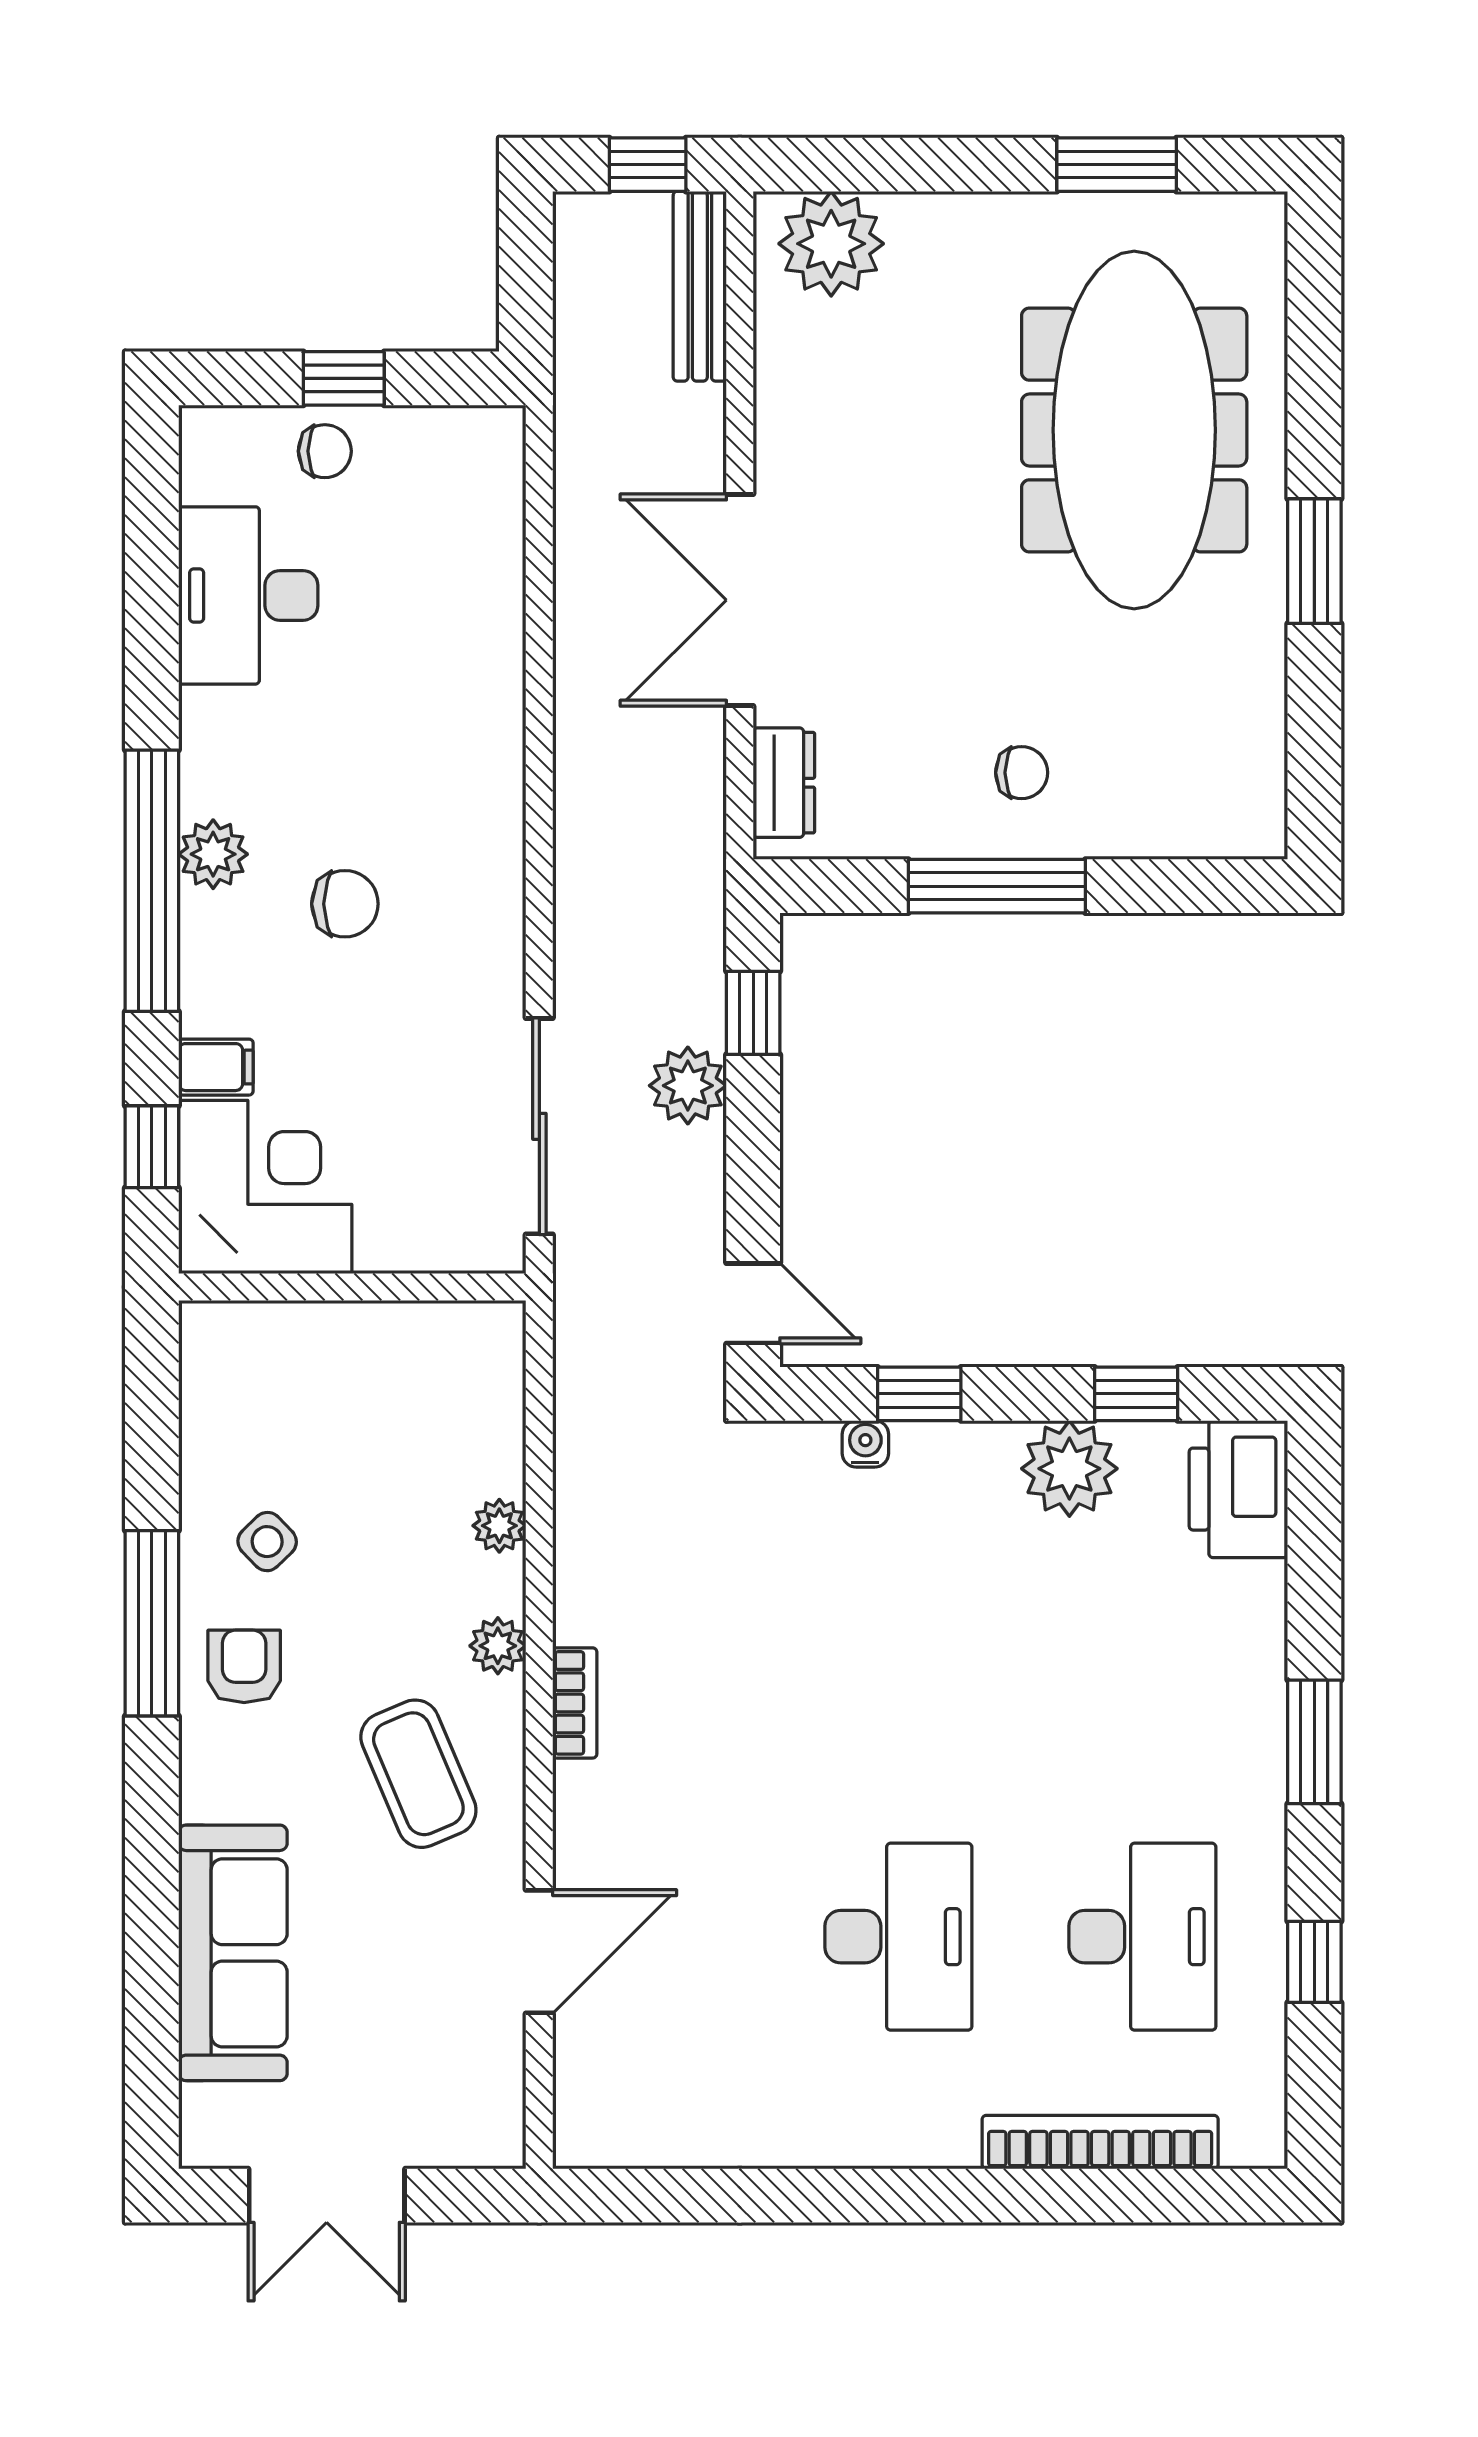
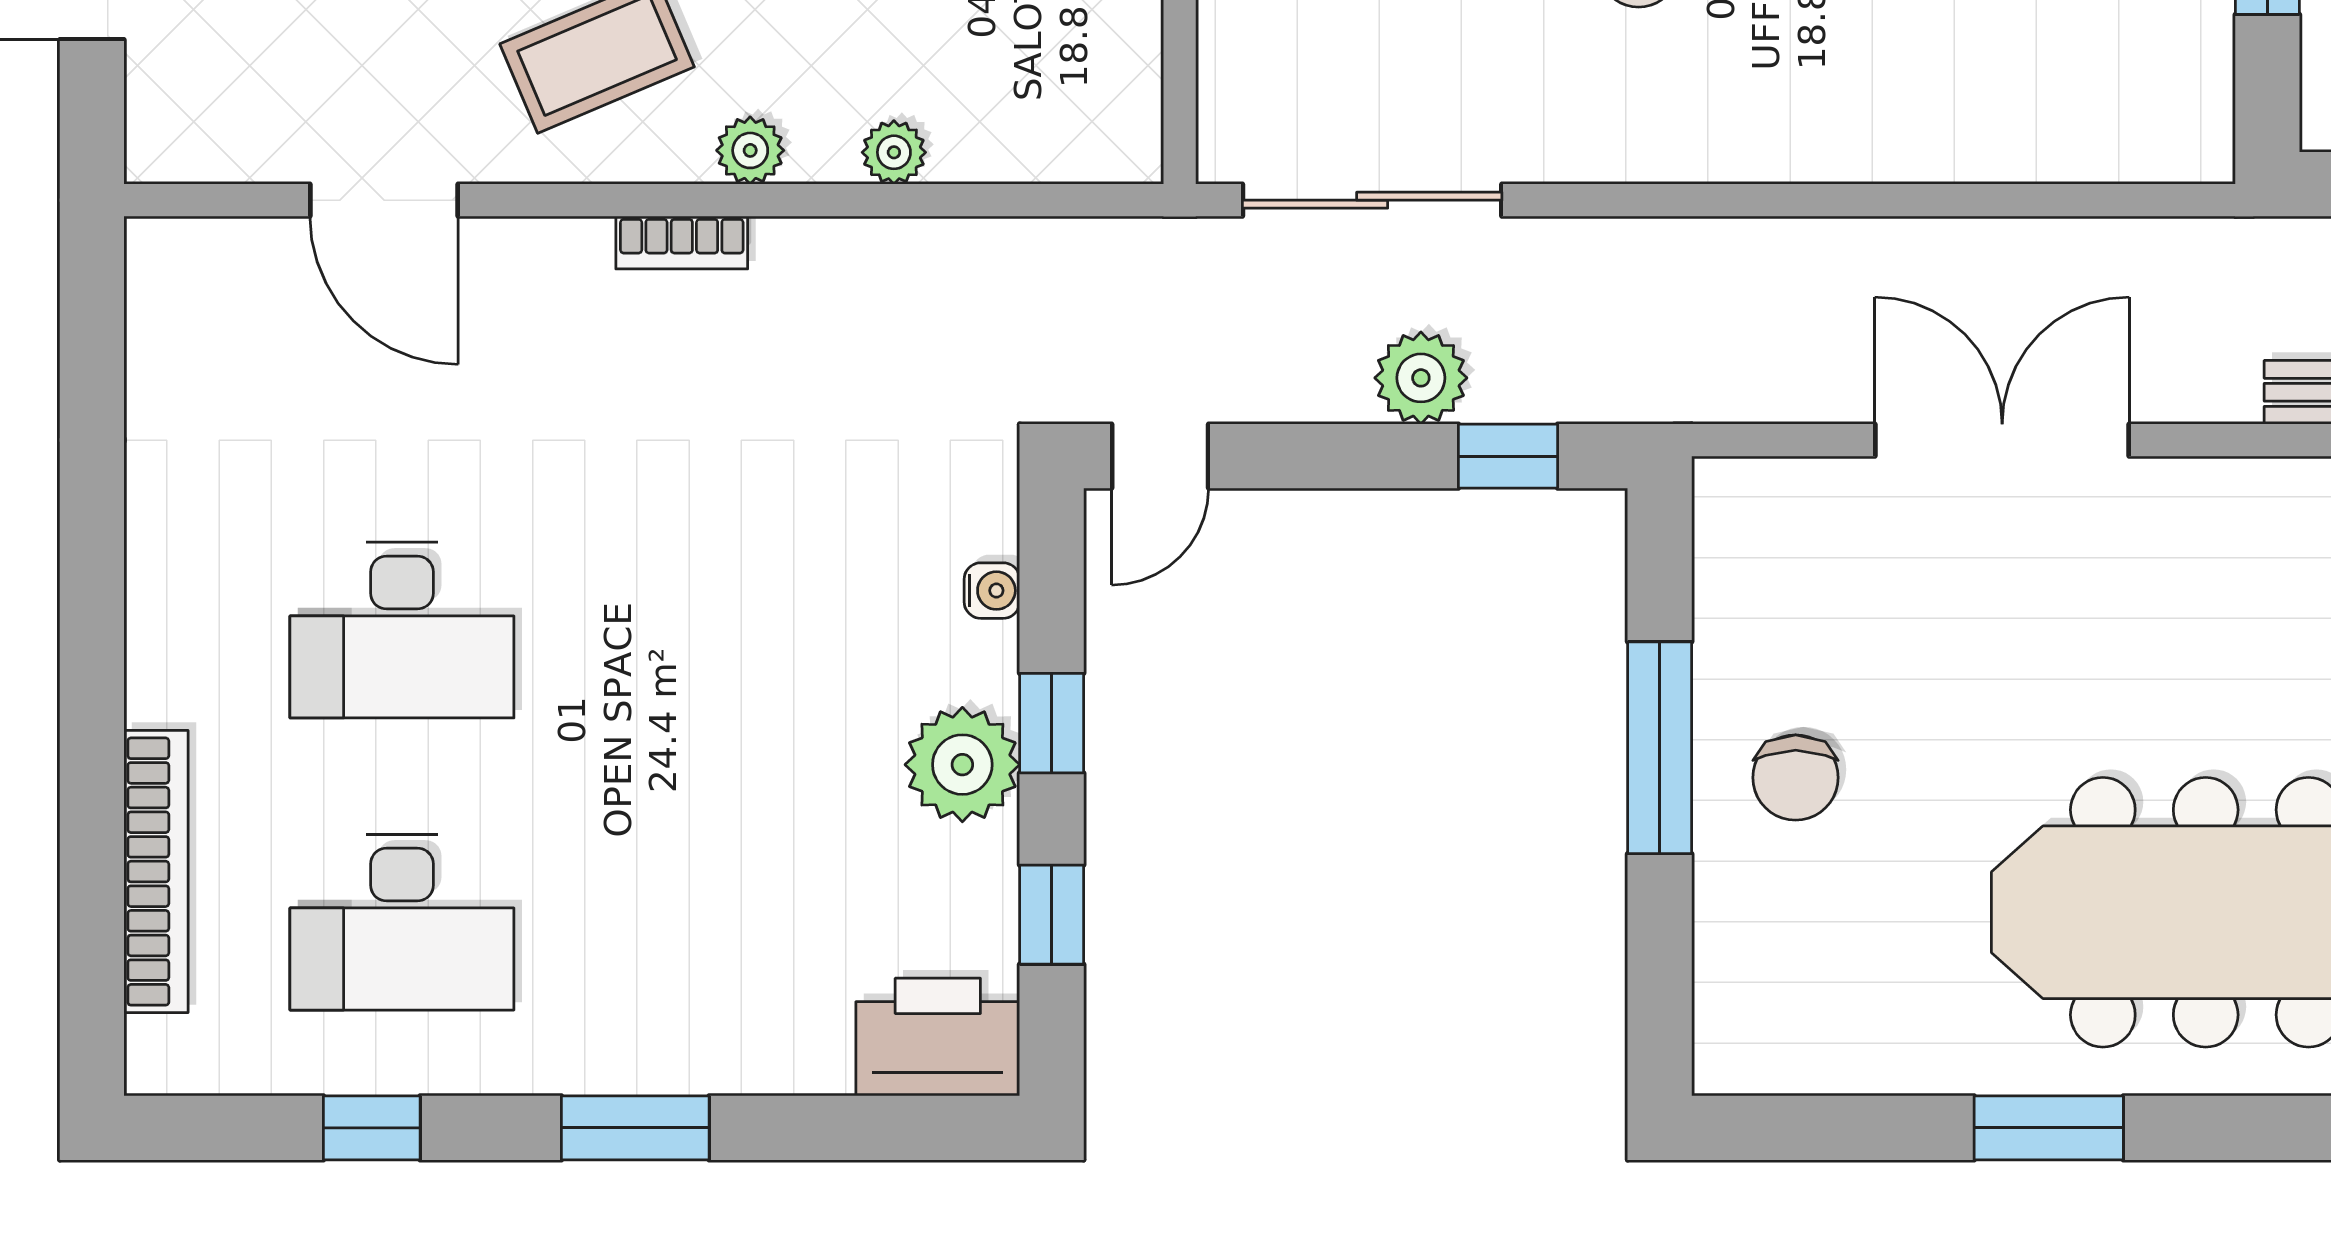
chair: (1022, 773) -> (1796, 778), width x1.37, depth x1.37
dresser: (784, 783) -> (1783, 493), removed
window: (919, 1394) -> (1052, 723), moved
plant: (1069, 1469) -> (962, 765), moved

